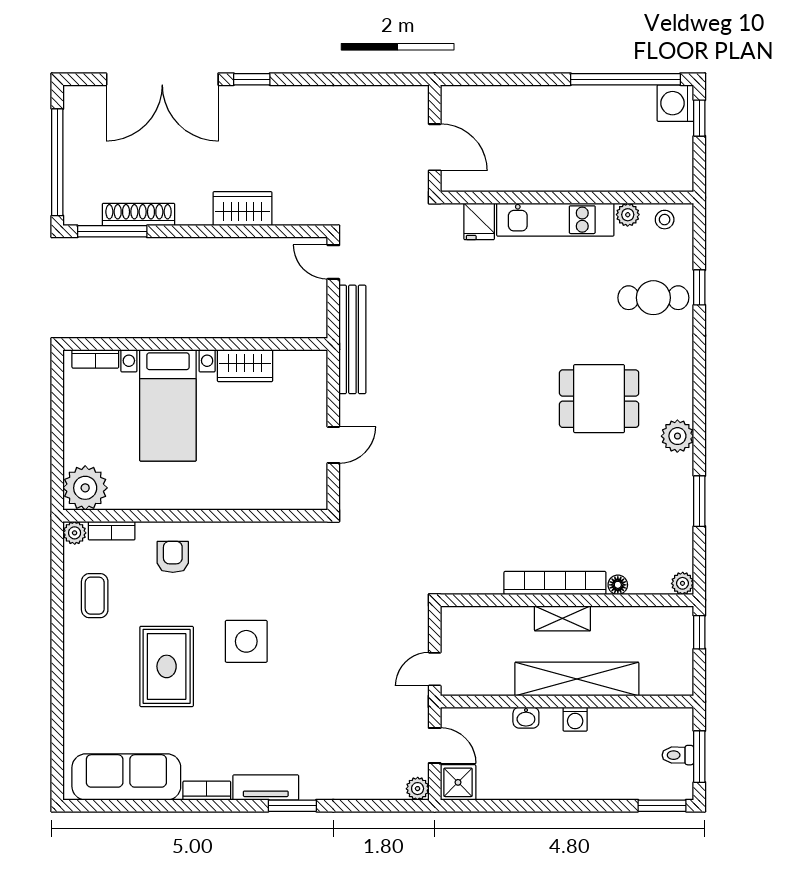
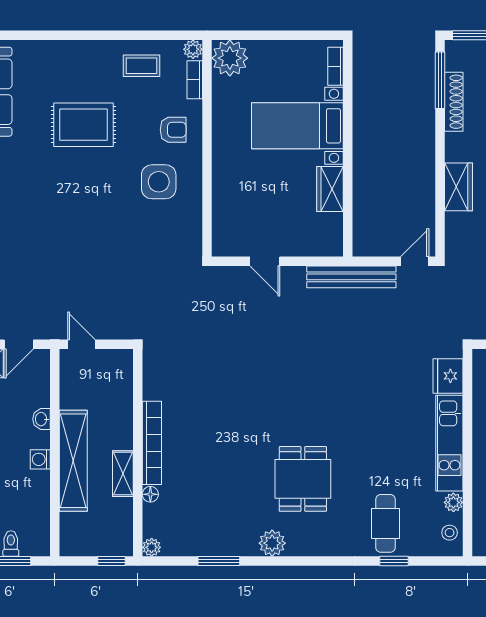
fridge: (479, 221) -> (448, 376), width x1.38
shelving: (562, 618) -> (123, 474), moved
side table: (246, 641) -> (159, 182), moved

